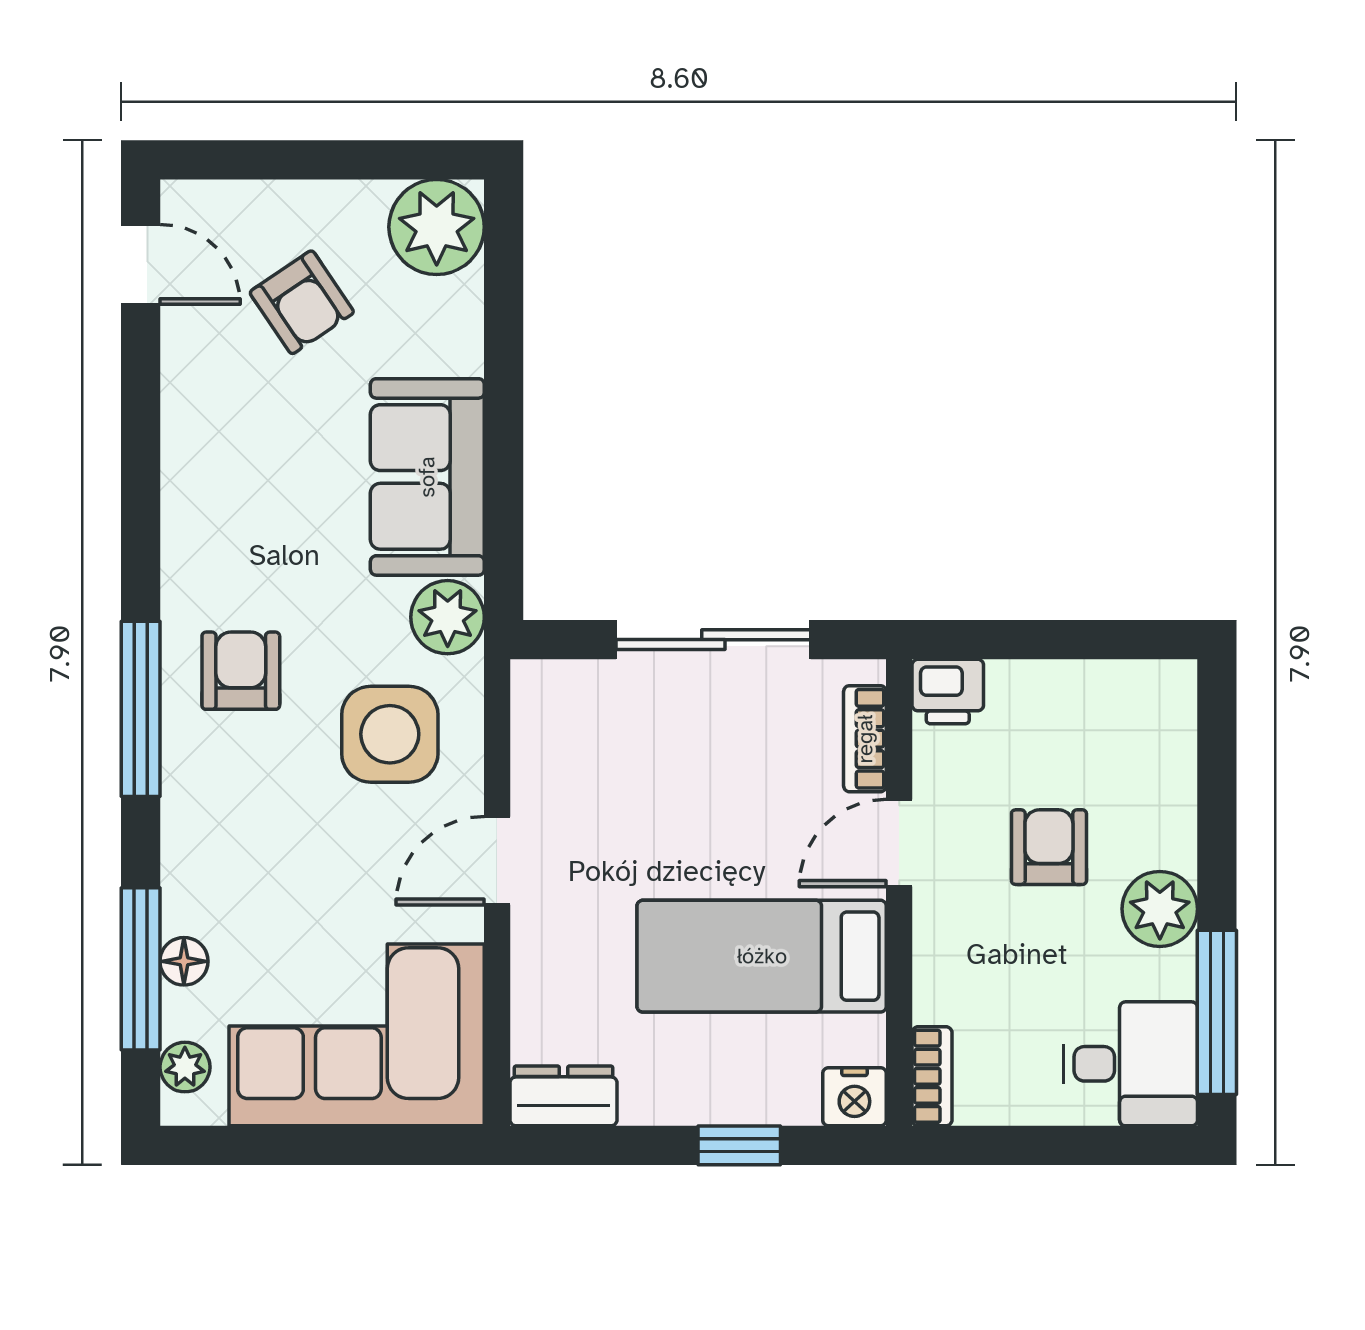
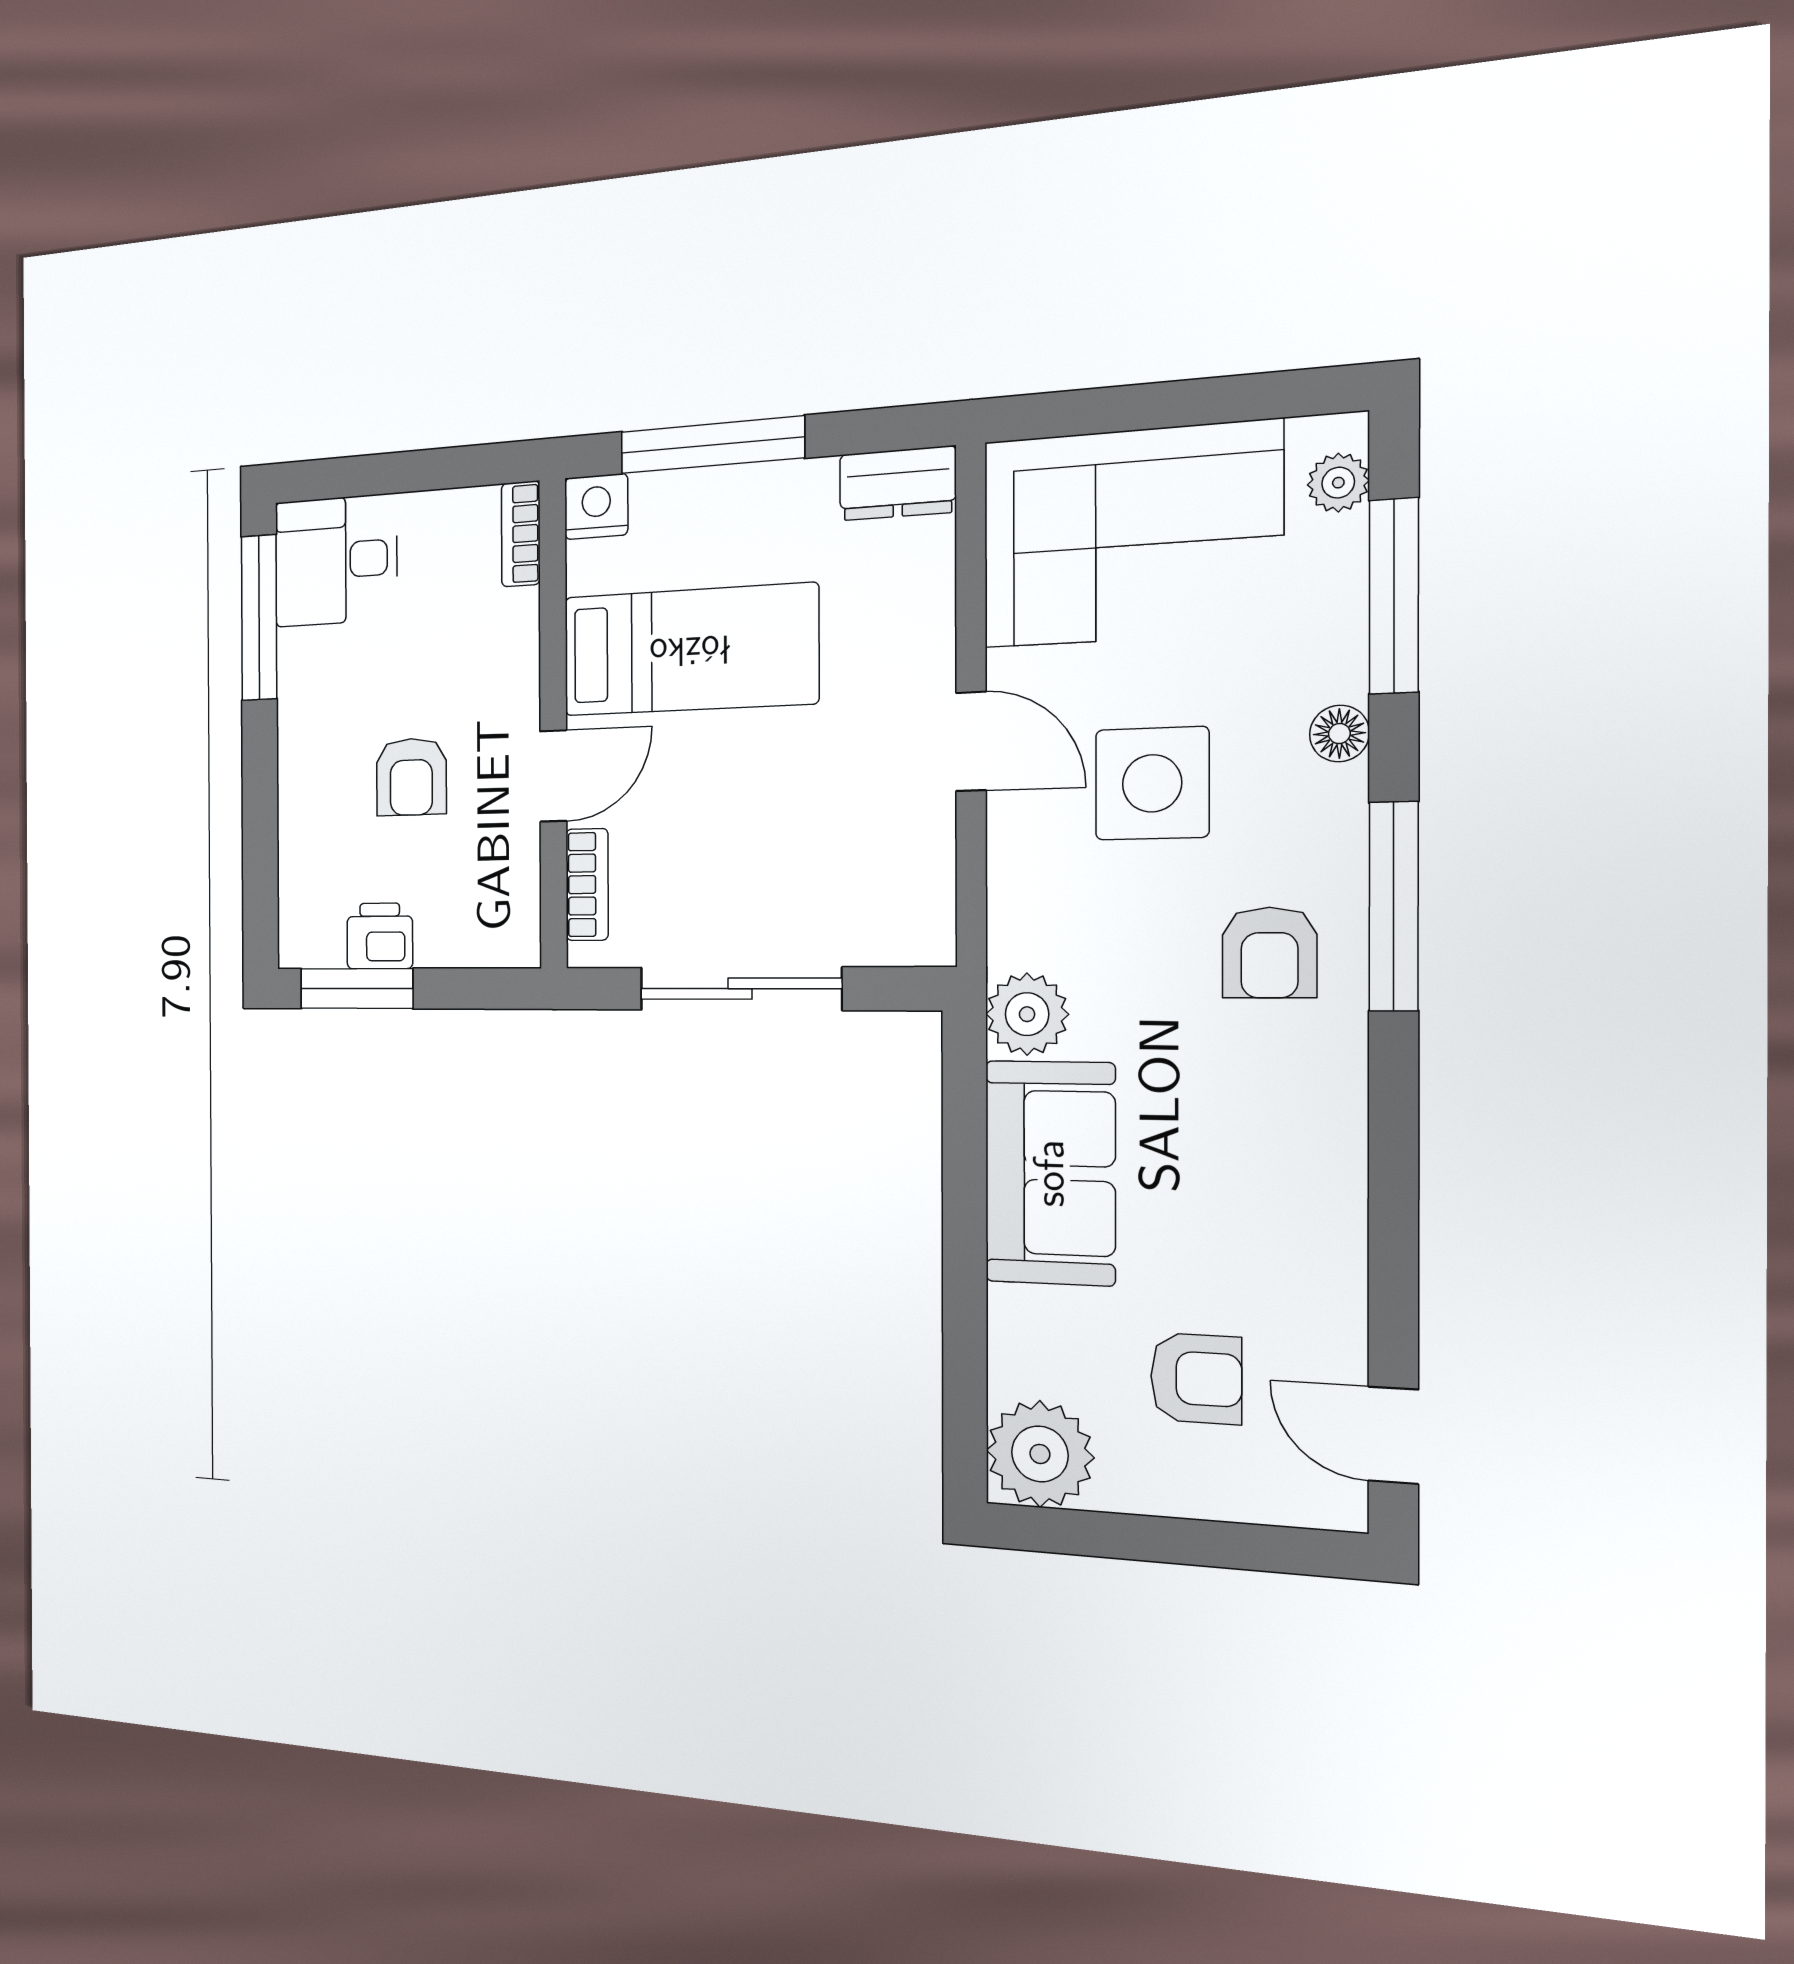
armchair: (302, 302) -> (1196, 1379), turned 124
window: (1110, 640) -> (357, 989), added
printer: (948, 692) -> (380, 936), moved
side table: (390, 734) -> (1152, 783), moved
door: (497, 861) -> (971, 741), hinge flipped
plant: (1160, 909) -> (310, 718), removed
floor lamp: (184, 961) -> (1339, 734), moved
window: (739, 1145) -> (712, 445), width x2.17

